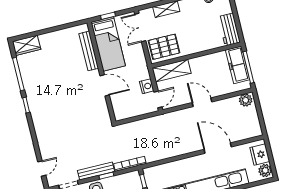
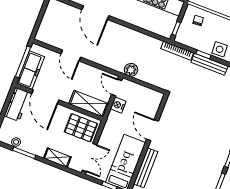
door: (210, 52) -> (45, 97), added
door: (158, 100) -> (117, 88), hinge flipped
plant: (246, 100) -> (131, 70), moved
door: (202, 102) -> (71, 56), moved

